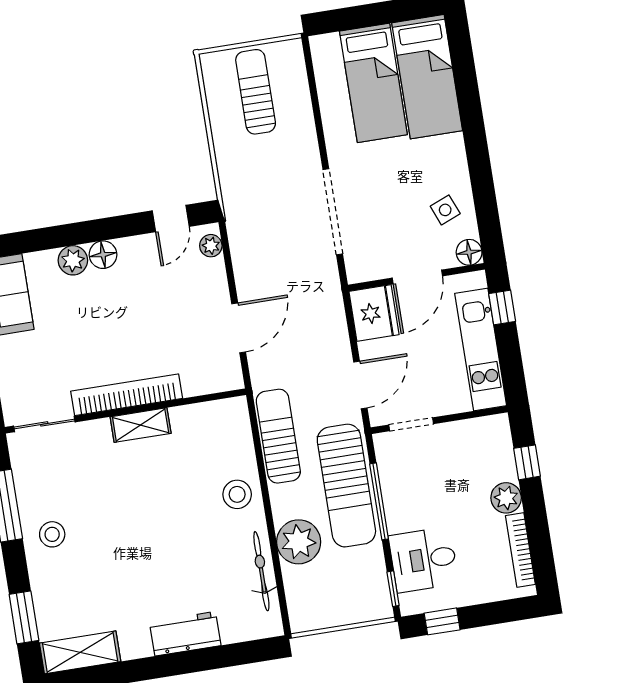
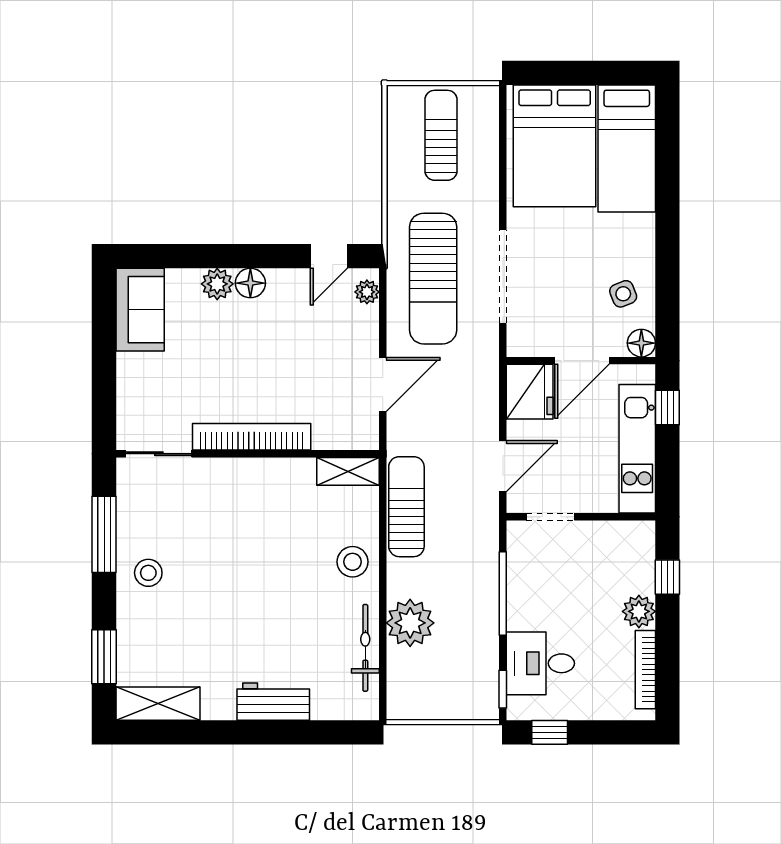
bed: (373, 83) -> (555, 146), width x1.50
shelving: (141, 425) -> (348, 471), moved
sun lounger: (346, 486) -> (433, 279), moved

